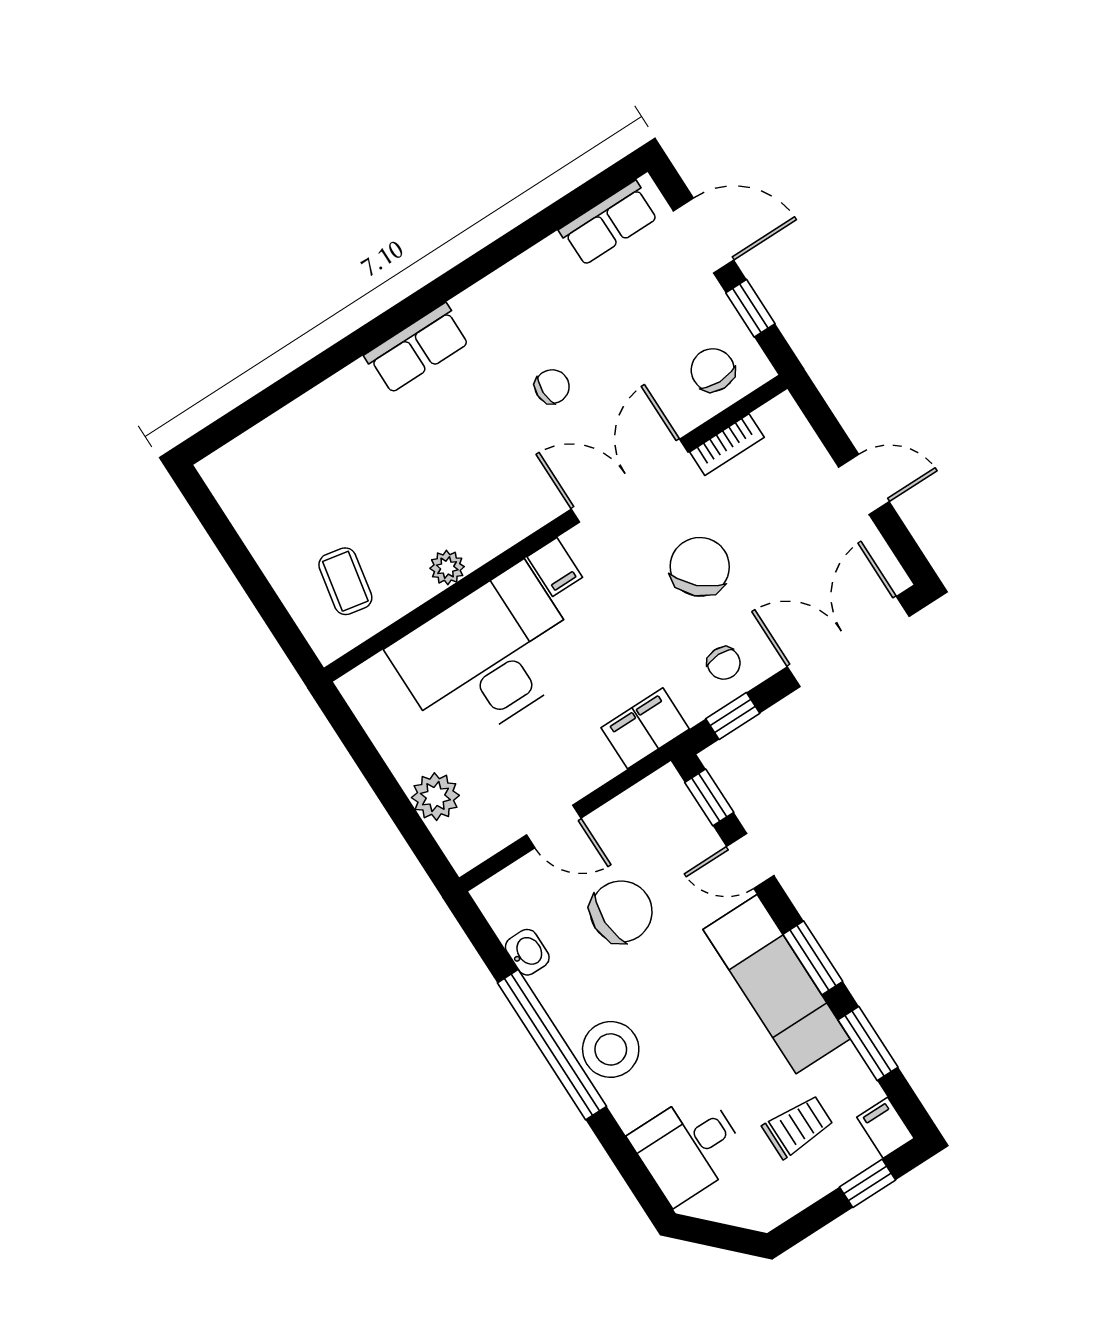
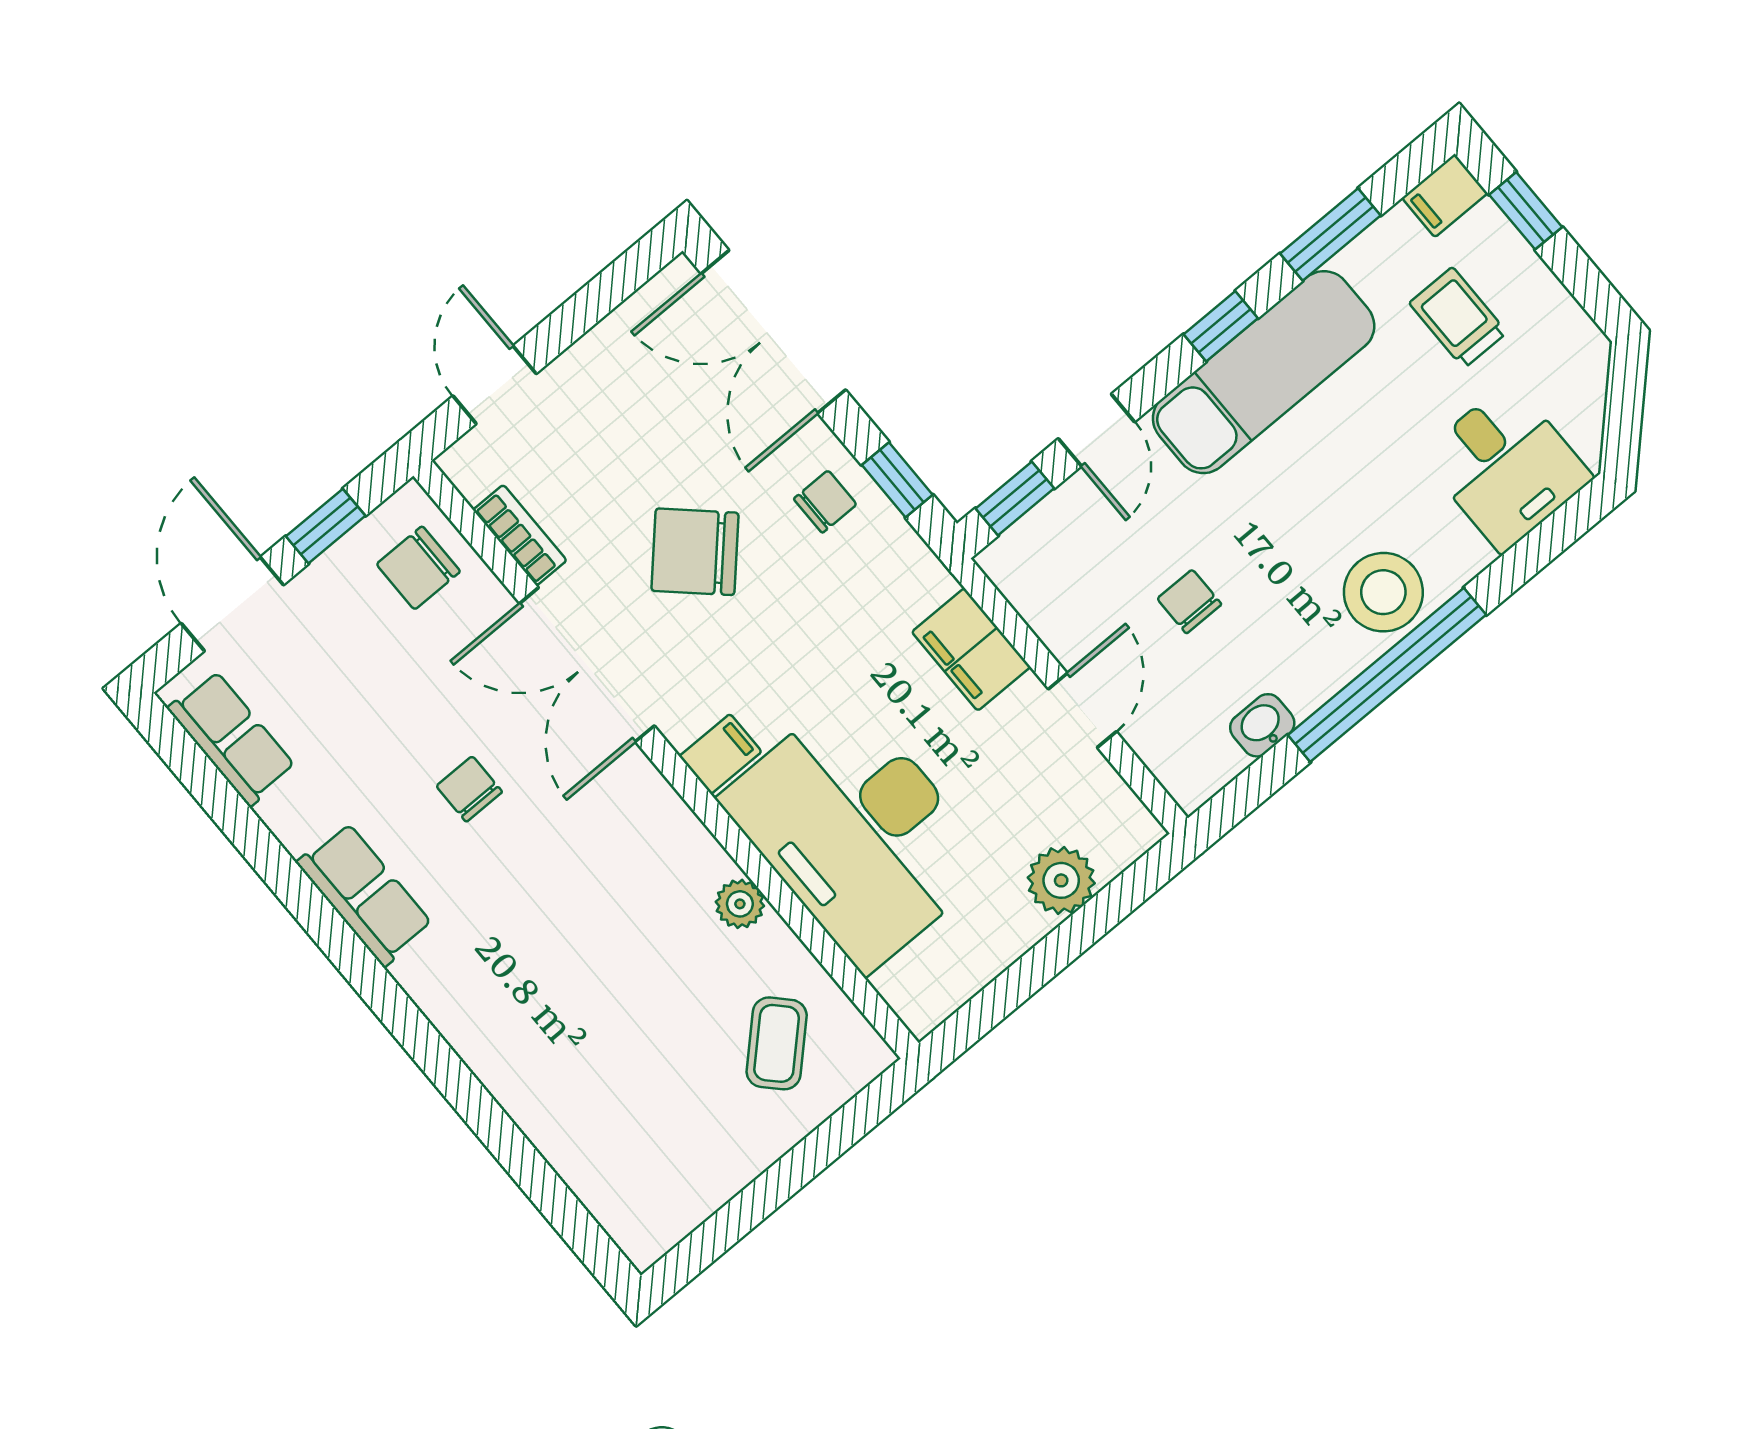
row of seats: (417, 348) -> (365, 894), moved
door: (864, 484) -> (495, 385), moved
coffee table: (345, 581) -> (777, 1043), turned -55
filing cabinet: (645, 728) -> (971, 649), moved
chair: (621, 912) -> (1189, 601), width x0.54, depth x0.54
window: (813, 958) -> (1221, 326), width x0.67

